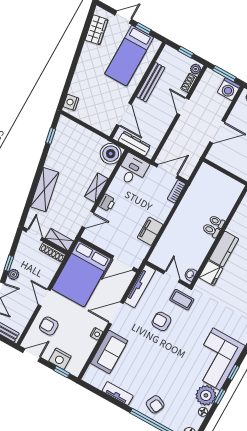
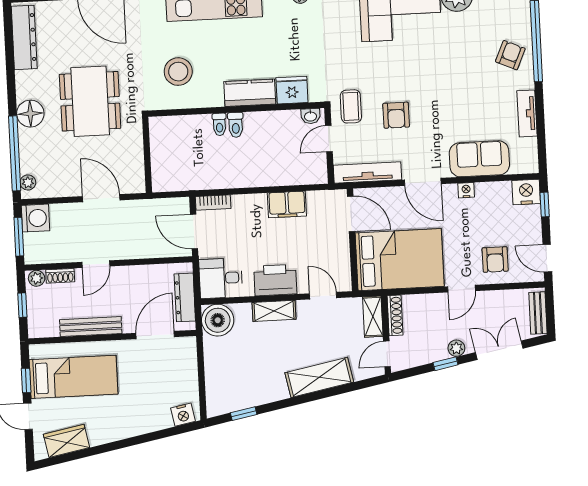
printer: (107, 203) -> (275, 280), width x1.87, depth x1.48
nightstand: (60, 359) -> (526, 192), moved, turned -90

